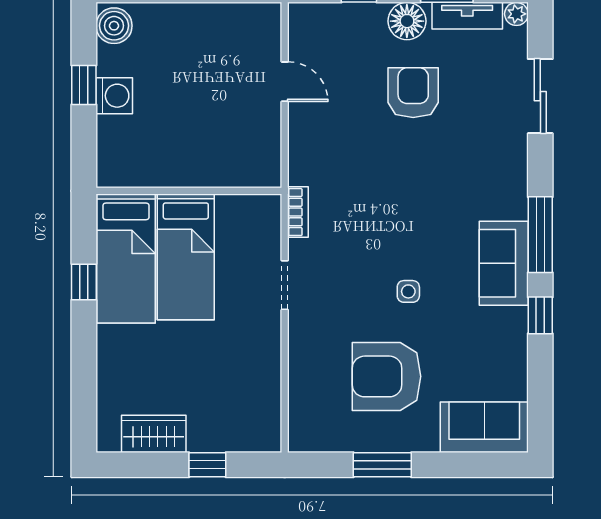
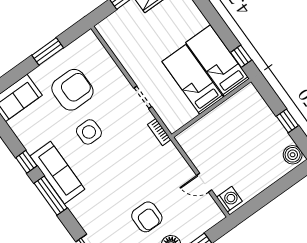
washing machine: (114, 96) -> (229, 199), moved, turned 180
sofa: (504, 263) -> (57, 173), width x1.36
window: (84, 282) -> (241, 56), moved
side table: (408, 291) -> (89, 132), width x1.87, depth x1.87

